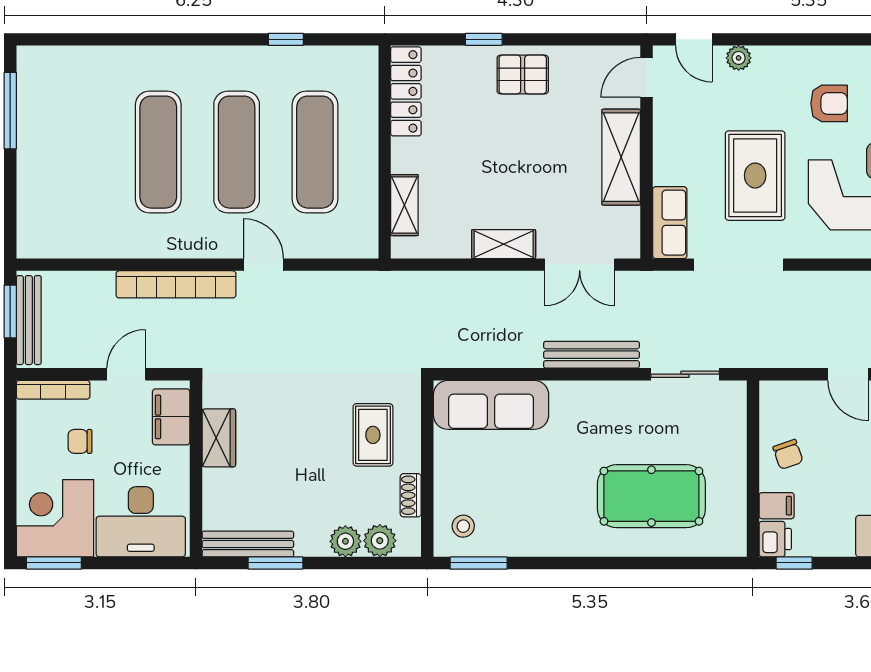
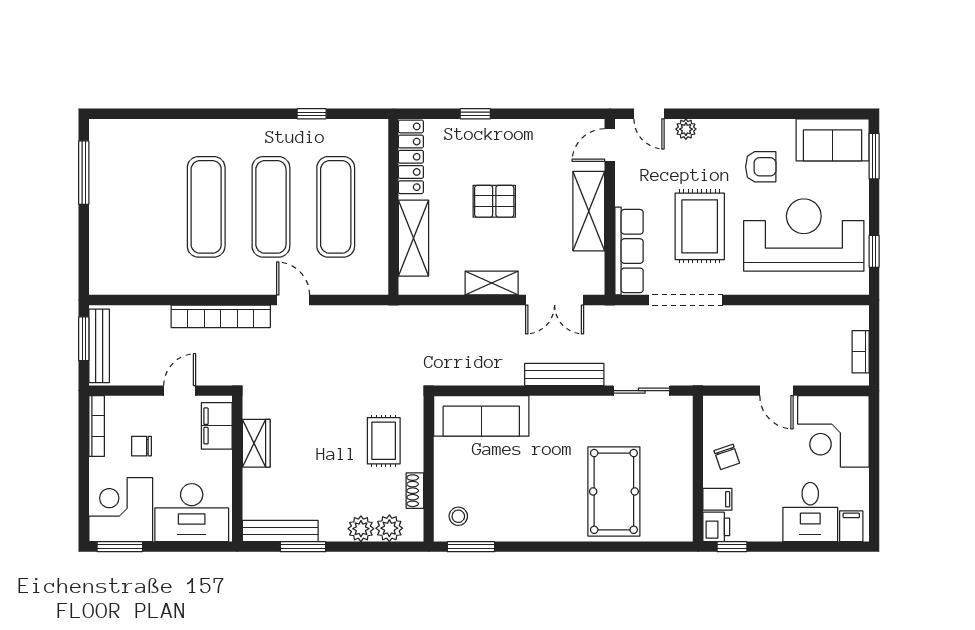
pallet: (523, 75) -> (494, 201), moved
shelving: (404, 205) -> (414, 238), width x1.50, depth x1.33
row of seats: (670, 223) -> (629, 251), width x1.48
bookcase: (53, 390) -> (97, 426), moved, turned -90
pool table: (651, 496) -> (614, 491), turned 90

